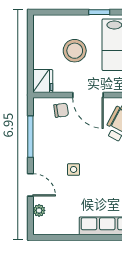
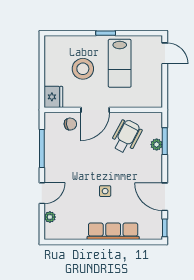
door: (88, 95) -> (95, 110), hinge flipped
side table: (74, 169) -> (105, 191), moved
door: (30, 185) -> (42, 193), hinge flipped

